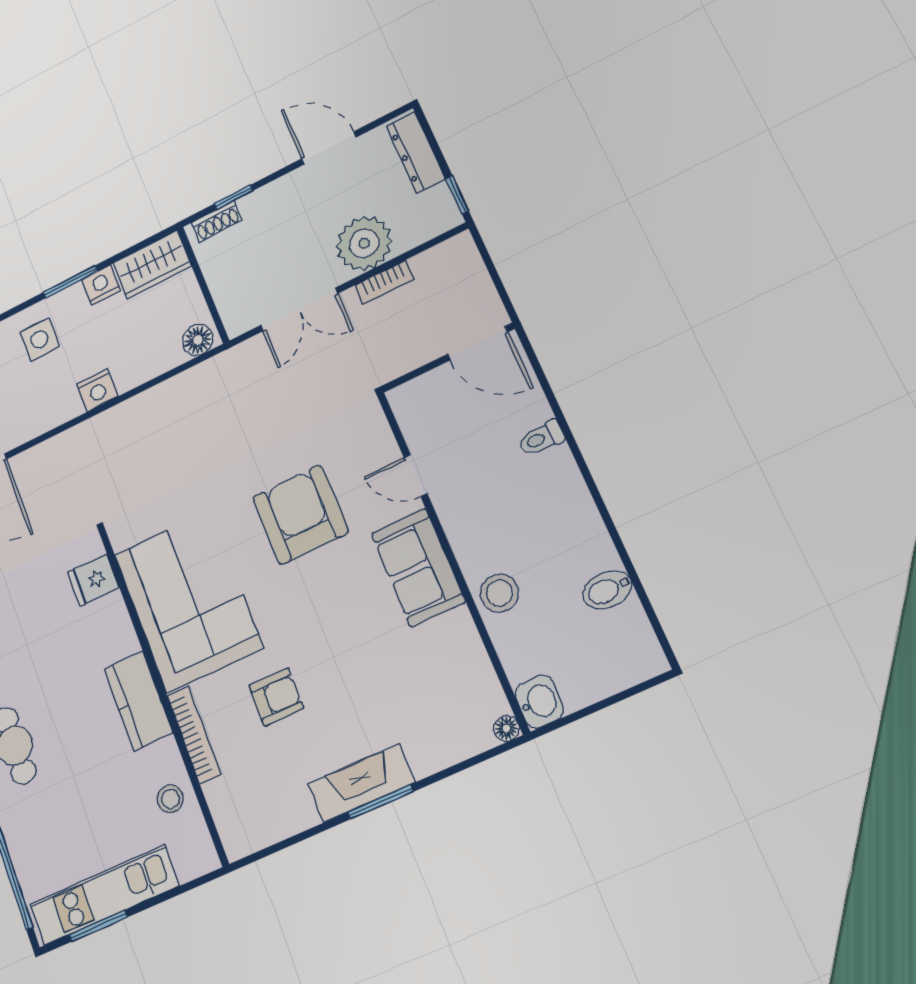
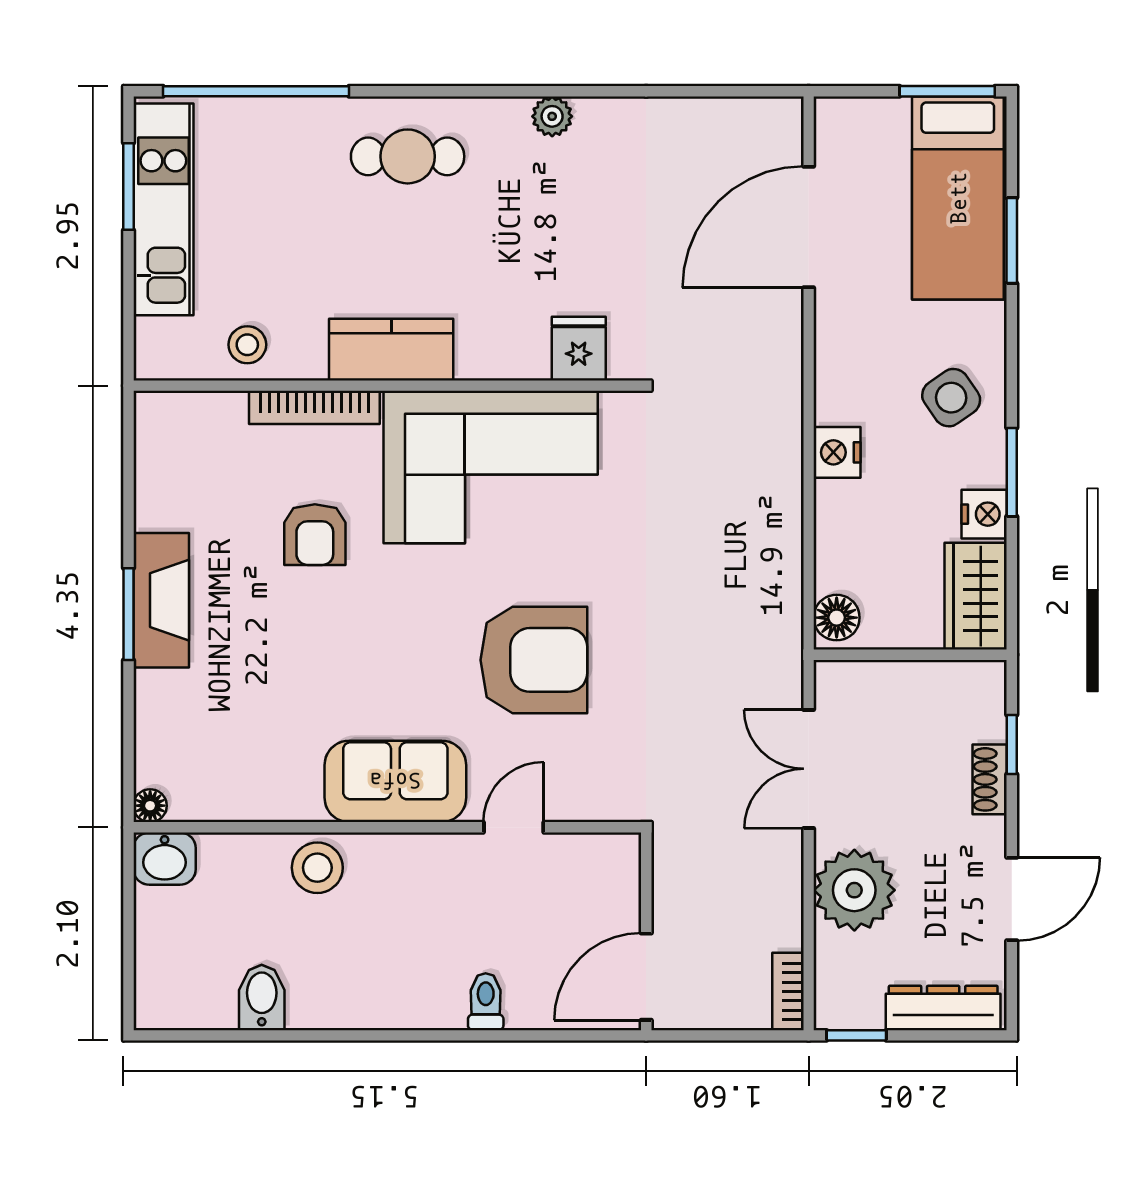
shoe rack: (217, 221) -> (990, 779), moved
bookcase: (385, 282) -> (788, 991), moved
side table: (40, 339) -> (951, 398), turned -35

